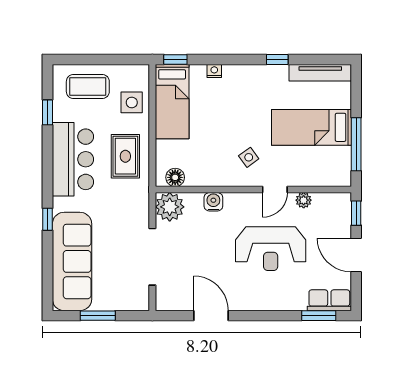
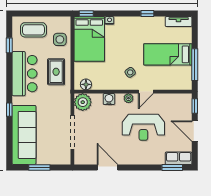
tv unit: (320, 73) -> (179, 22), width x0.71
bed: (172, 102) -> (89, 39), width x1.50
plant: (304, 200) -> (128, 98), moved

